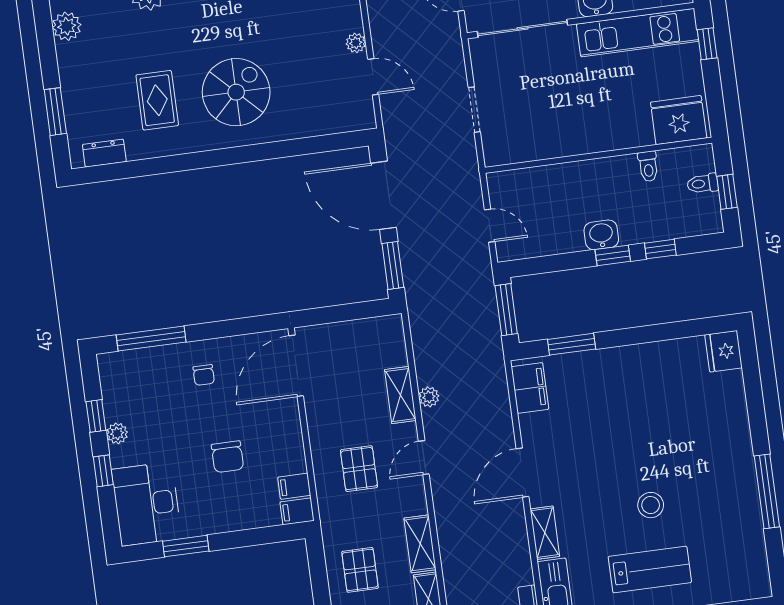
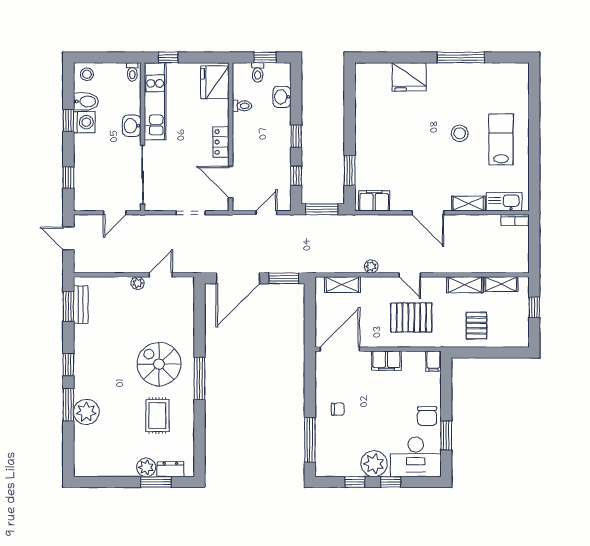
plant: (67, 26) -> (146, 467), moved
rug: (157, 100) -> (157, 416), turned 90
locker: (589, 142) -> (221, 142), added
dresser: (104, 153) -> (170, 469), moved, turned 90
window: (222, 157) -> (199, 378), added
door: (529, 164) -> (231, 182), added
washbasin: (601, 235) -> (282, 97), moved
window: (660, 249) -> (296, 176), moved
fridge: (724, 351) -> (409, 77), moved, width x1.36, depth x1.34
door: (296, 366) -> (340, 349), swing flipped
shelving: (400, 395) -> (342, 285), moved
plant: (117, 433) -> (374, 464), width x1.88, depth x1.88
chair: (227, 457) -> (427, 416), moved, turned 90
pallet: (359, 469) -> (411, 317), width x1.50, depth x1.42
filing cabinet: (294, 486) -> (386, 361), moved, width x2.00
pallet: (360, 570) -> (476, 326), turned 90

